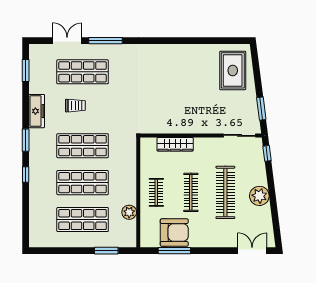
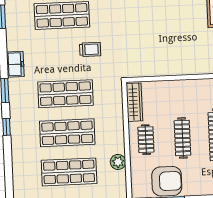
trolley: (75, 106) -> (90, 49), moved
freezer: (37, 111) -> (15, 64), width x0.71
wardrobe: (175, 144) -> (134, 102), moved, turned -90

